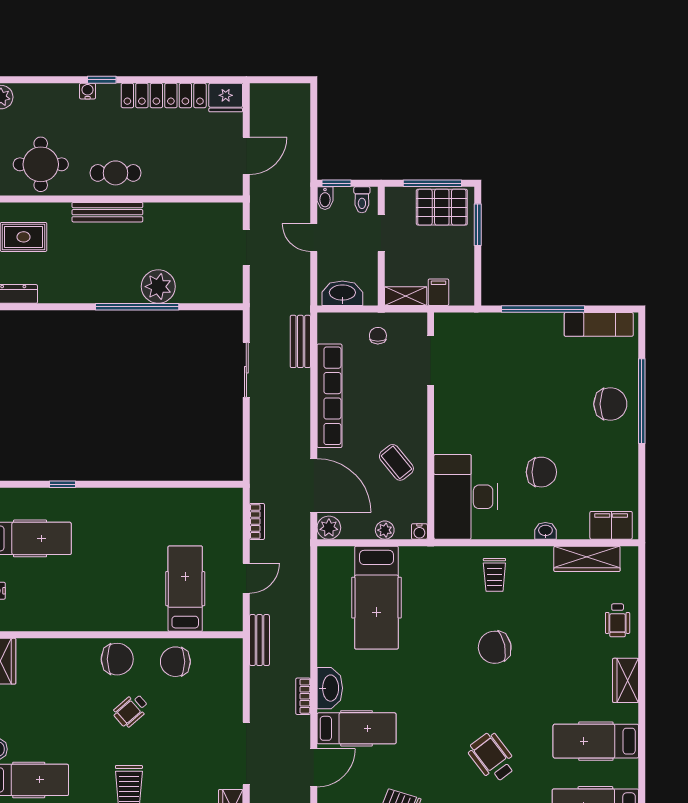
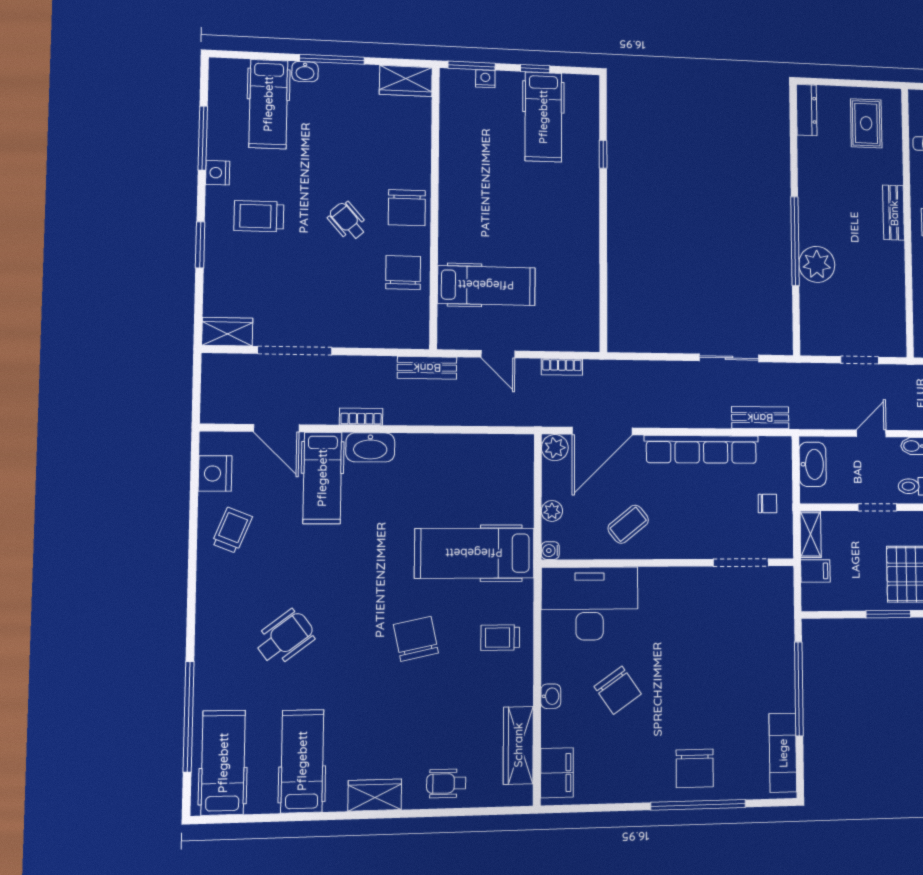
bench: (107, 212) -> (894, 213), width x0.73
chair: (541, 472) -> (618, 690), turned -35
hospital bed: (376, 598) -> (474, 553), moved

